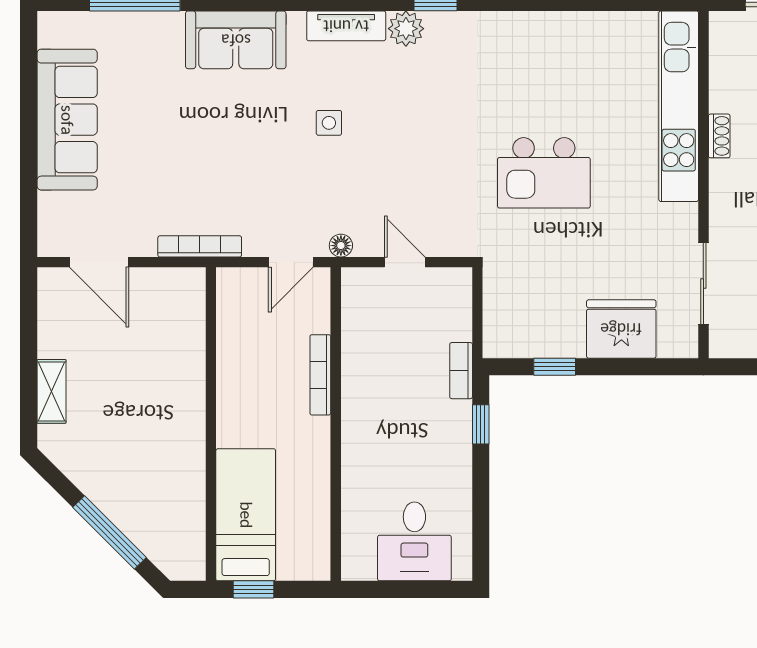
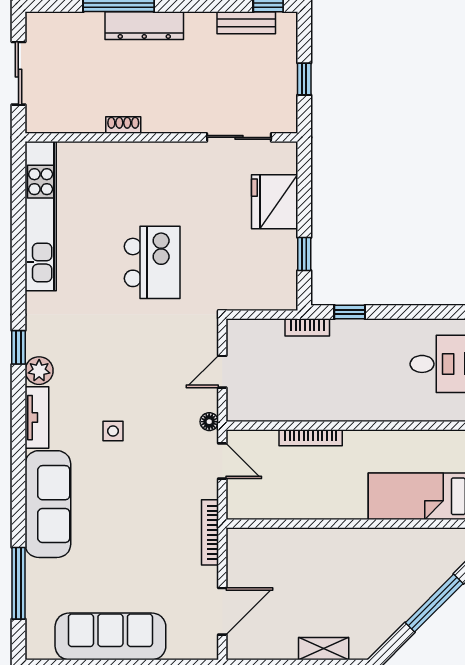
sofa: (236, 40) -> (48, 504), width x1.36
kitchen unit: (679, 106) -> (41, 216), moved, turned -90

